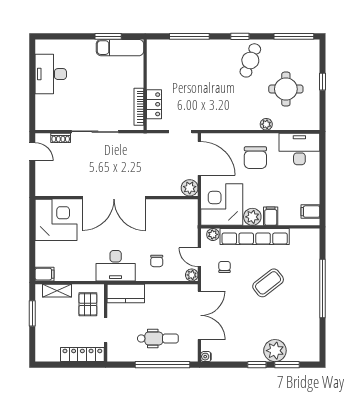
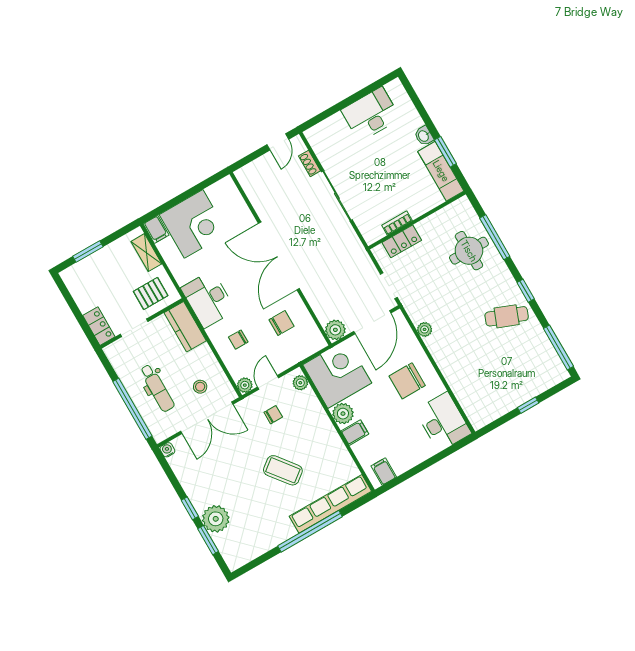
washbasin: (88, 45) -> (424, 136), added
round table: (286, 89) -> (469, 251), moved
bookcase: (139, 107) -> (397, 223), width x0.64
plant: (266, 124) -> (425, 329), moved
corner desk: (56, 220) -> (194, 224), moved
chair: (163, 223) -> (281, 323), added
row of seats: (255, 237) -> (330, 504), moved, turned 90
stool: (175, 307) -> (200, 387), added
window: (32, 313) -> (88, 252), moved
locker: (82, 355) -> (99, 326), width x0.66

